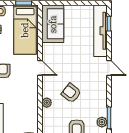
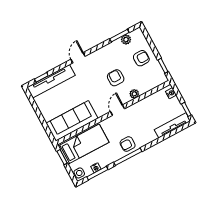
sofa: (53, 24) -> (72, 121), width x1.36
door: (40, 68) -> (118, 110), moved
armchair: (71, 93) -> (116, 78), turned 142

